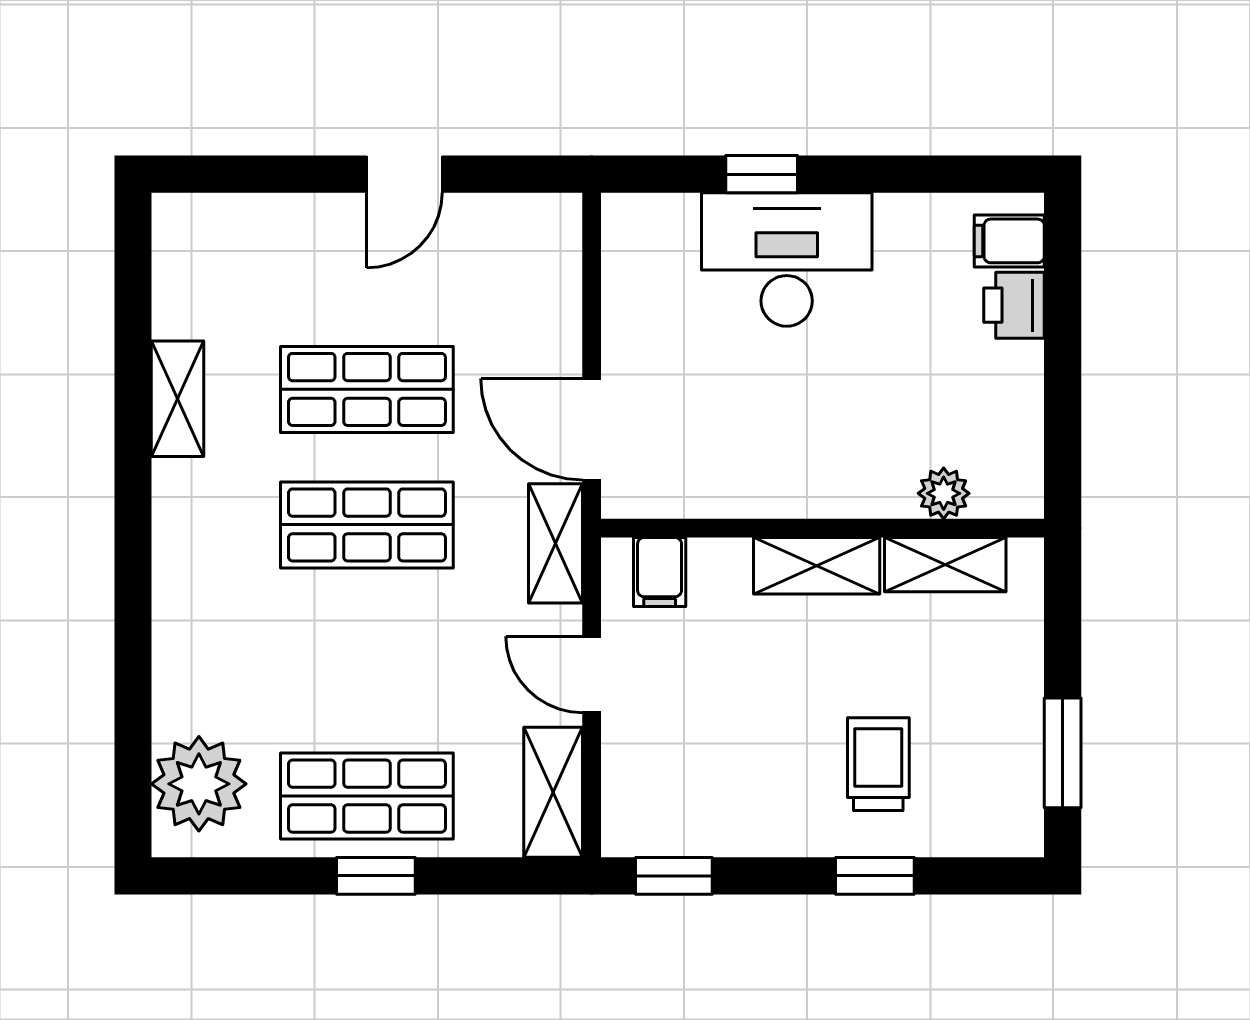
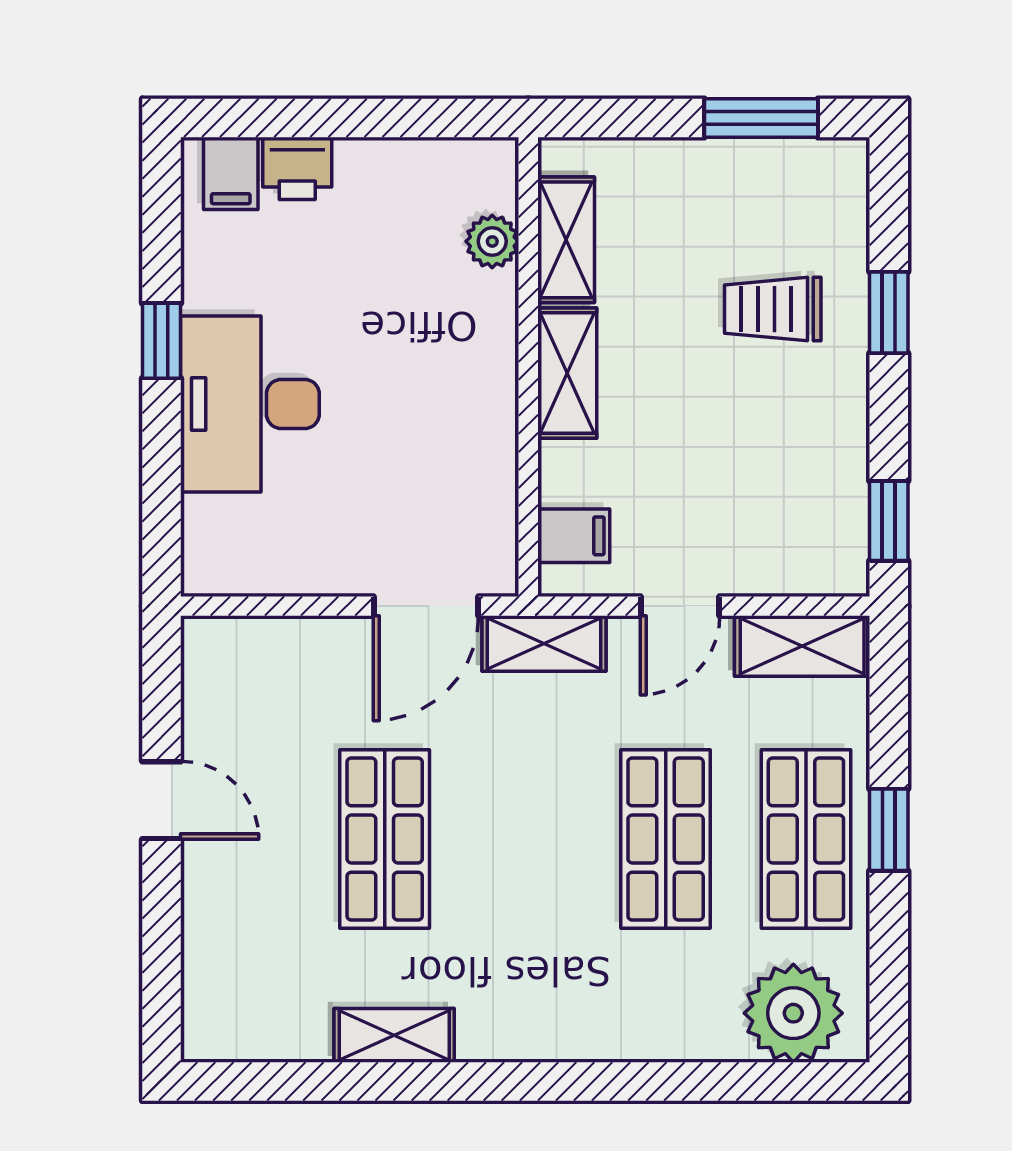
window: (762, 174) -> (161, 341), moved
shop shelf: (367, 525) -> (666, 839), moved

